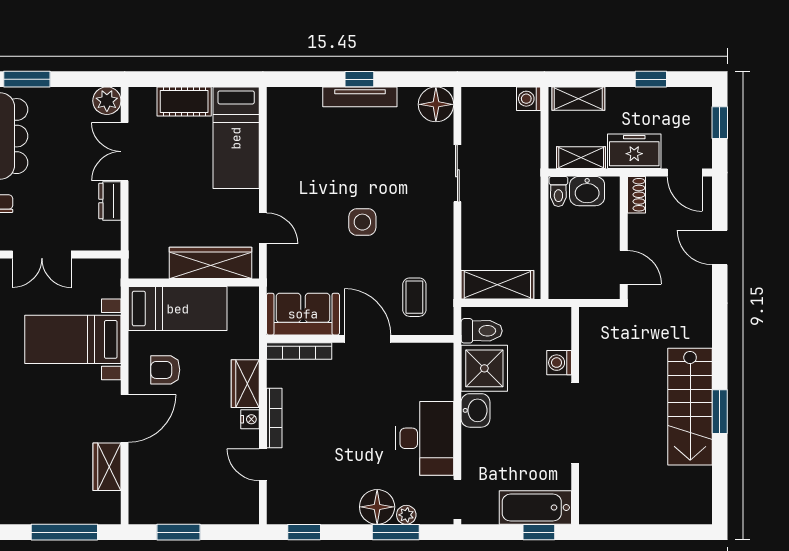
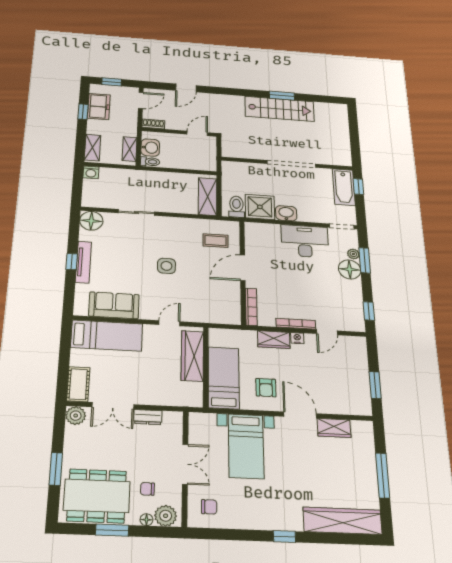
cot: (184, 101) -> (78, 384), moved
freezer: (634, 151) -> (99, 107), moved, turned 180
sofa: (303, 314) -> (114, 305), moved, turned 90
washing machine: (559, 363) -> (255, 169), removed
window: (64, 532) -> (383, 475), moved

